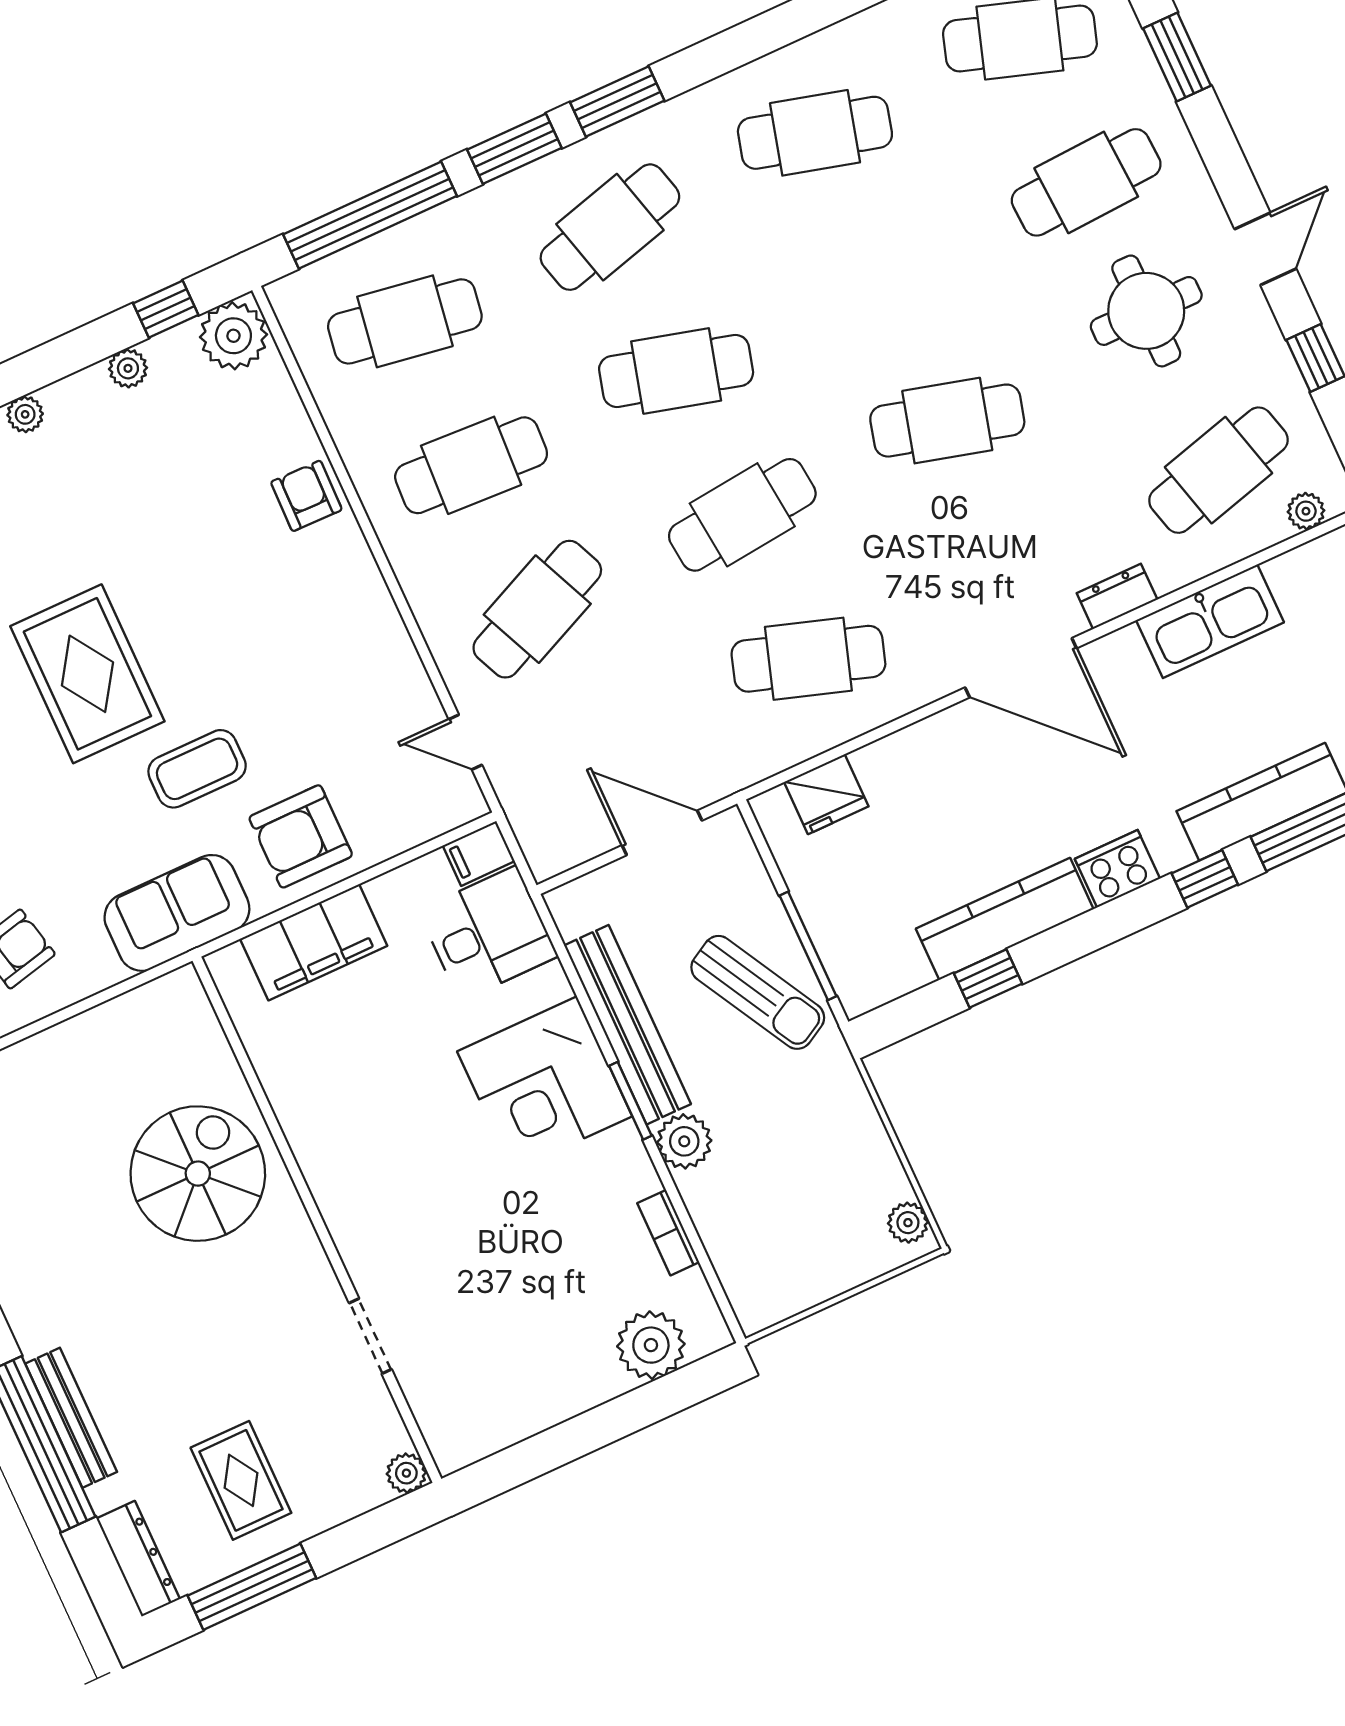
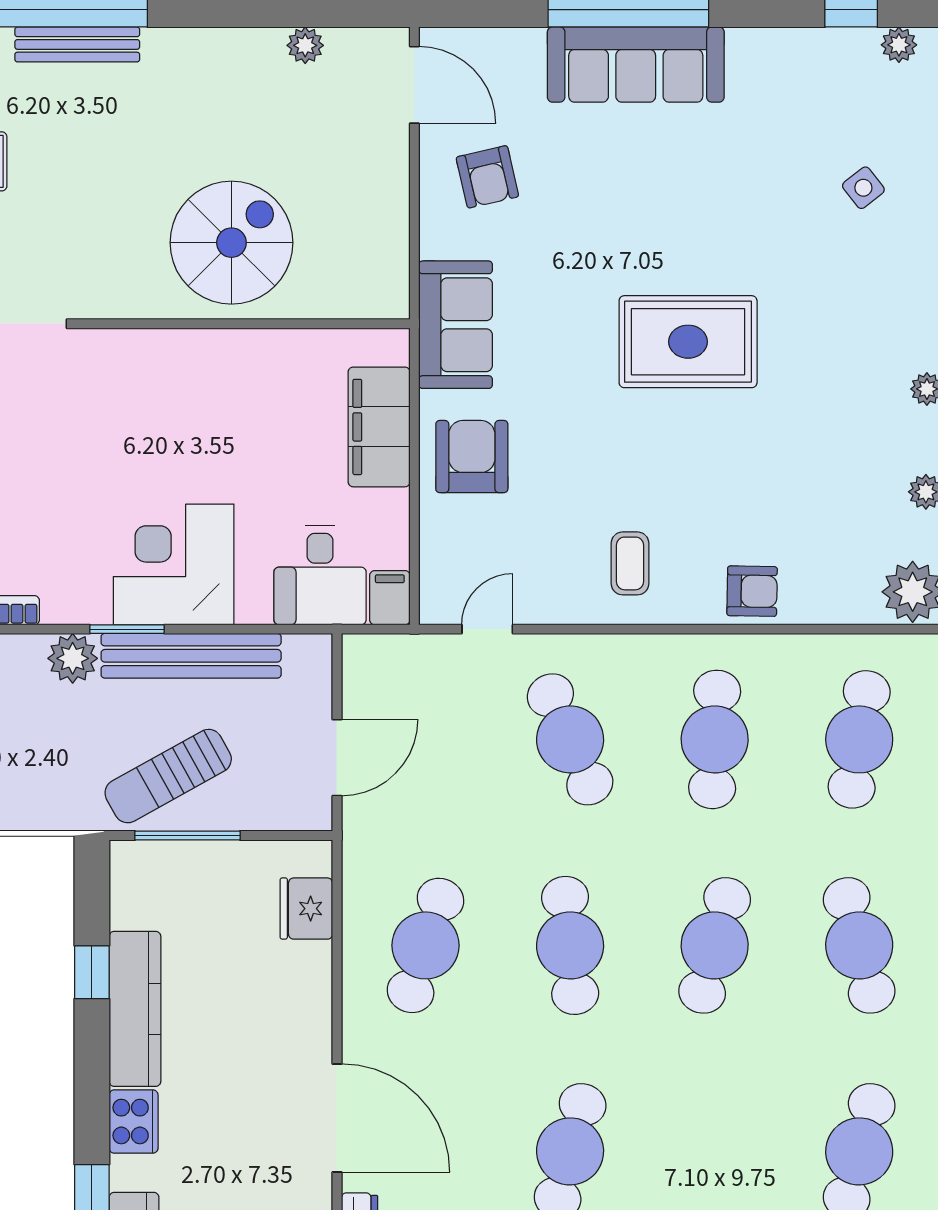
door: (1021, 668) -> (337, 1118), swing flipped
coffee table: (197, 769) -> (630, 563), moved, width x0.73, depth x0.77
spiral stairs: (198, 1174) -> (231, 243), turned -90

